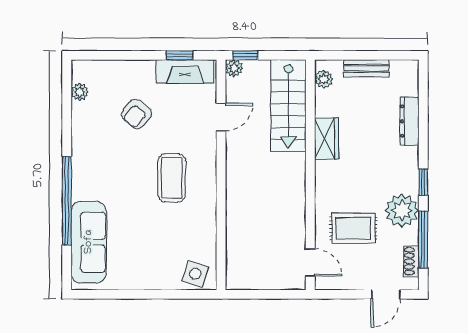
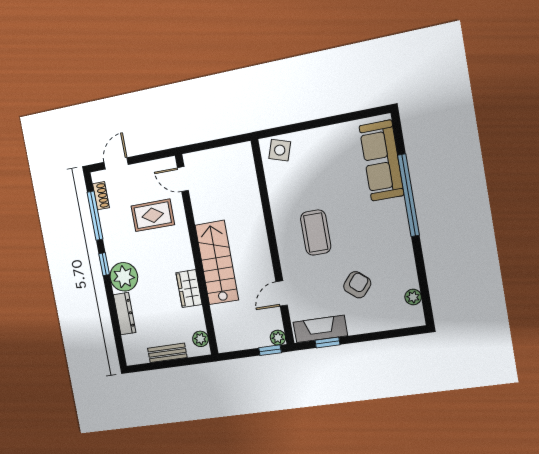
stairs: (288, 106) -> (217, 263), moved
plant: (402, 210) -> (124, 277), moved

